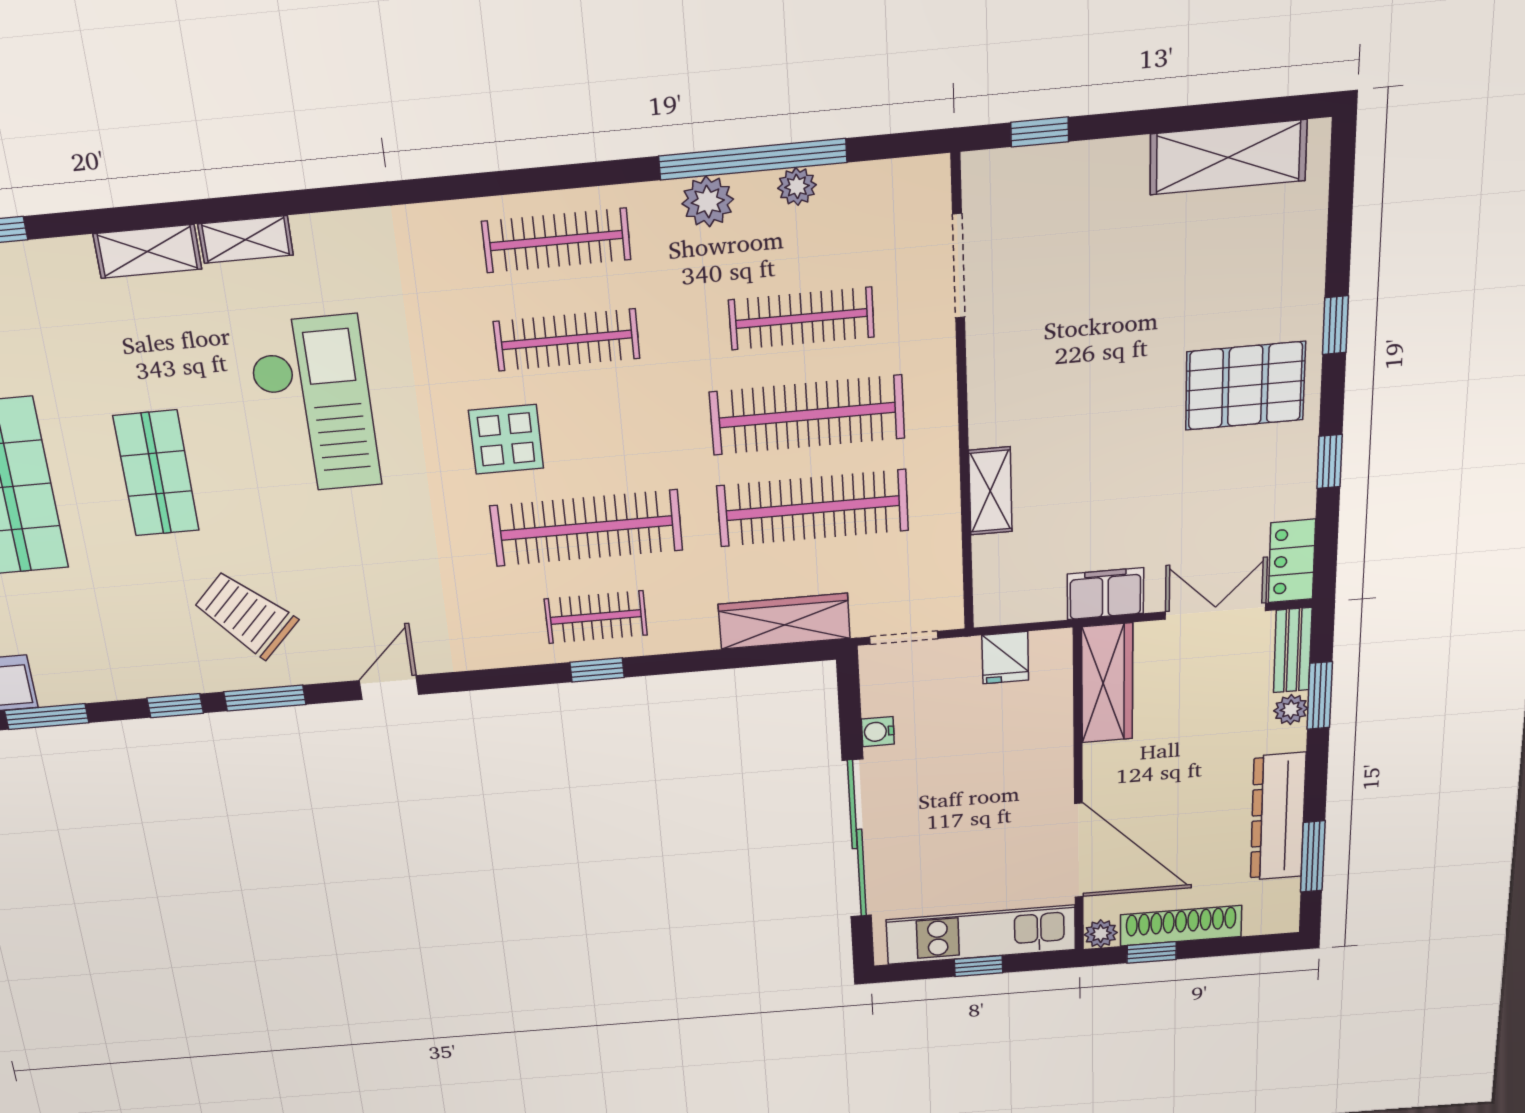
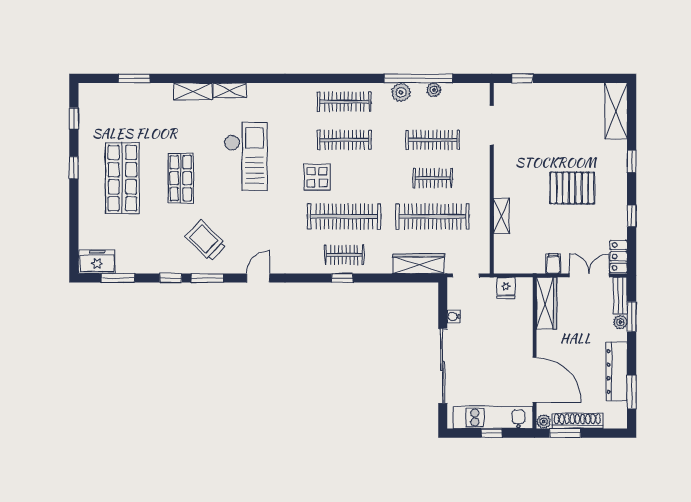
shelving: (1228, 157) -> (616, 111), moved, turned 90
pallet: (1245, 386) -> (572, 188), moved
clothes rail: (807, 415) -> (433, 178), width x0.54, depth x0.76
filing cabinet: (1105, 594) -> (553, 264), width x0.50
window: (1152, 952) -> (565, 433), width x1.50

